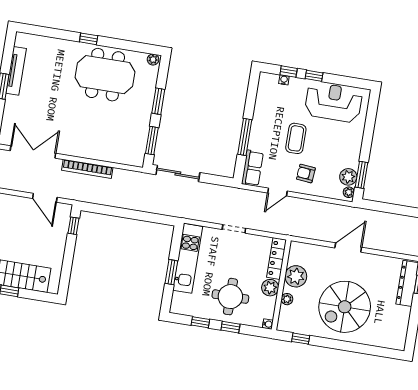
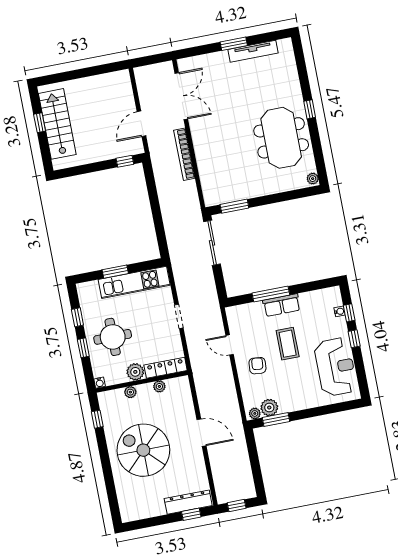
window: (158, 101) -> (274, 198), removed
coffee table: (296, 138) -> (288, 344), turned 90
row of seats: (252, 168) -> (282, 305), moved
plant: (296, 276) -> (159, 386), width x0.53, depth x0.53

